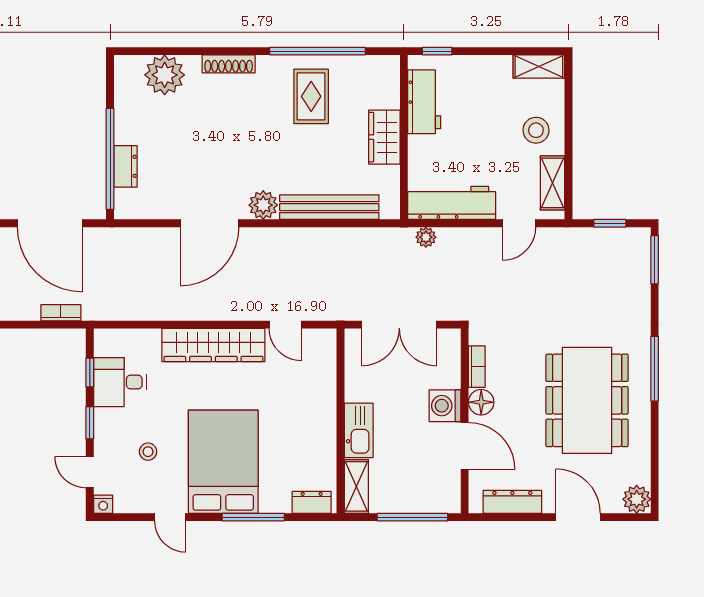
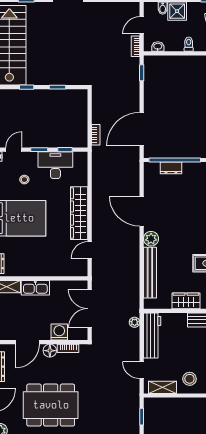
desk: (120, 382) -> (55, 165), width x1.37
washing machine: (445, 406) -> (59, 332), moved

